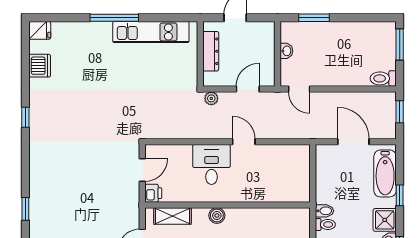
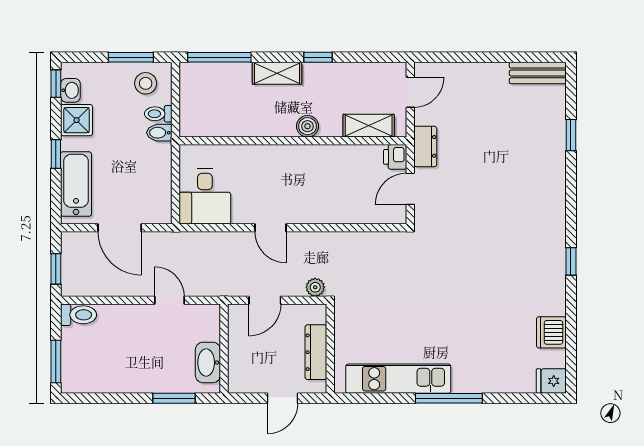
washbasin: (286, 51) -> (208, 362), width x1.91, depth x1.45
door: (299, 89) -> (169, 300), moved
desk: (211, 164) -> (205, 196), moved
dresser: (131, 201) -> (425, 146), added

